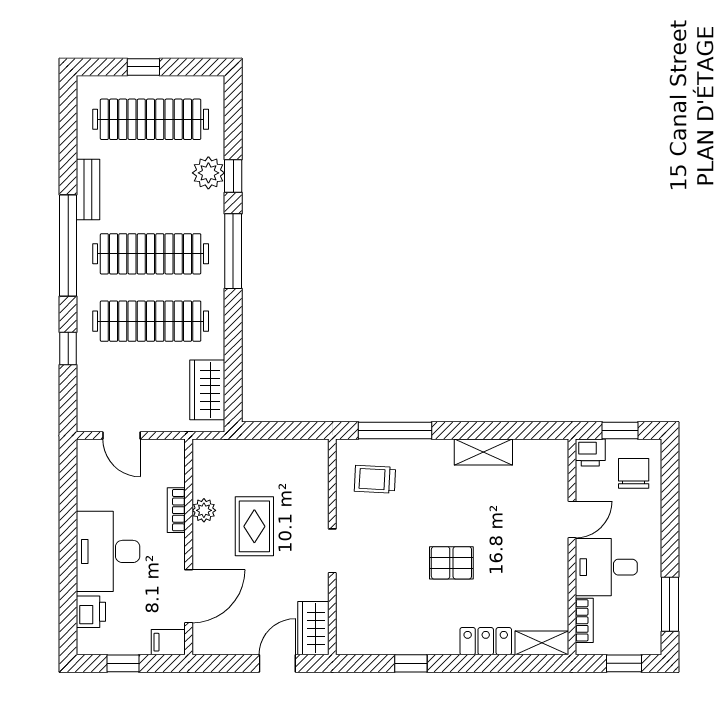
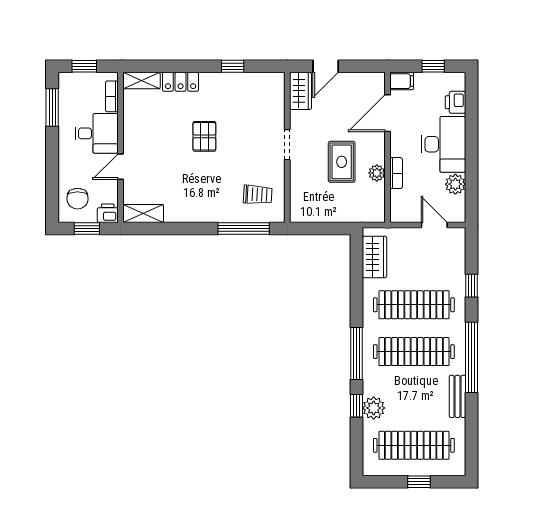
shelving: (483, 452) -> (143, 213), moved
plant: (91, 494) -> (455, 184), added
pallet: (451, 563) -> (204, 136), turned 90

